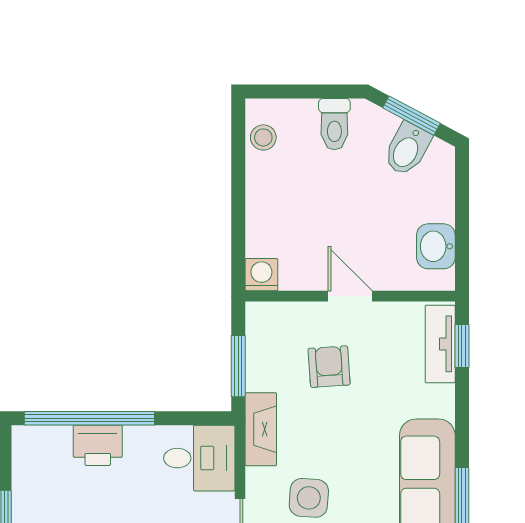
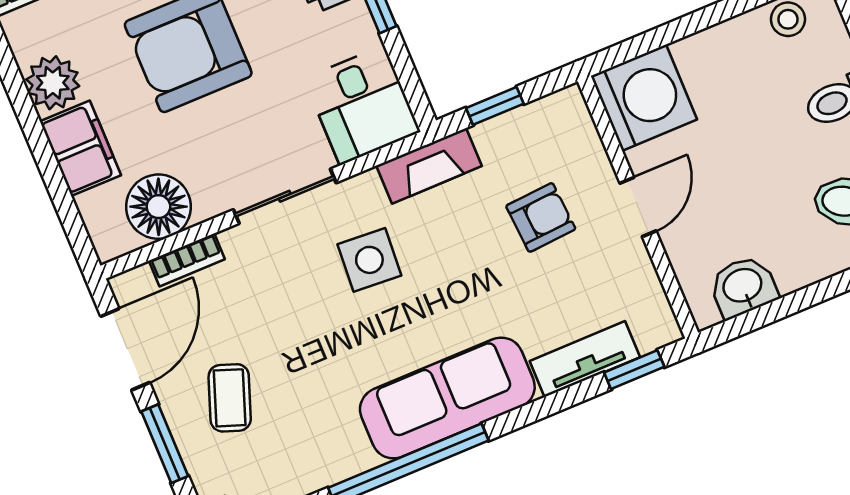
washing machine: (261, 275) -> (644, 98), width x1.89, depth x1.89
tv unit: (440, 344) -> (585, 359), moved
window: (238, 366) -> (495, 106), width x0.67

